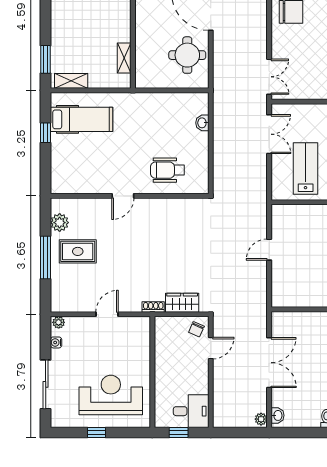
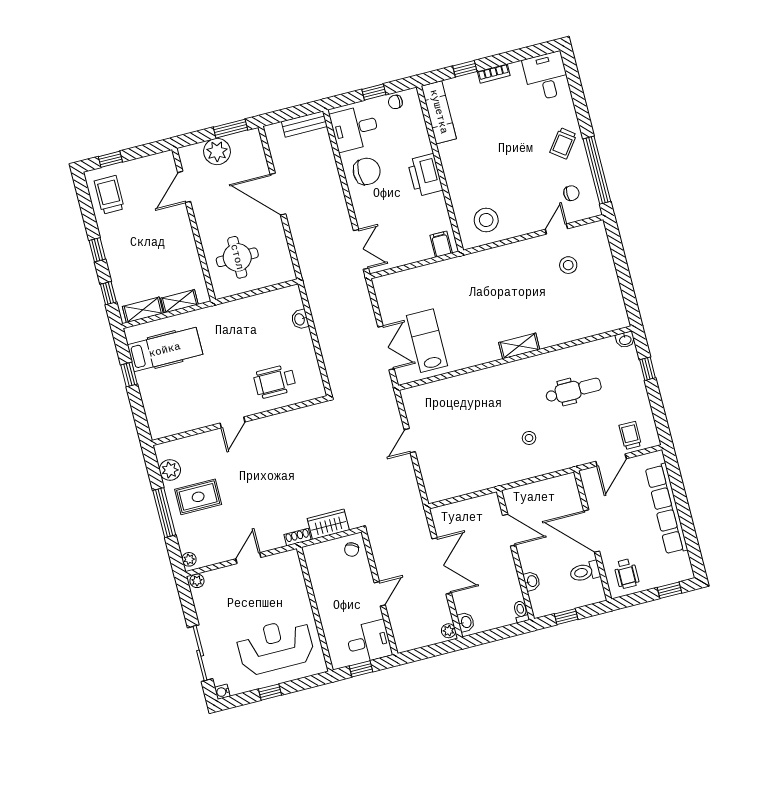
window: (46, 20) -> (97, 250), added
round table: (187, 55) -> (237, 257), moved
shelving: (124, 58) -> (179, 301), moved, turned 90
window: (46, 59) -> (108, 293), width x0.67
double door: (269, 134) -> (386, 348), moved
plant: (56, 302) -> (189, 559), added
water cooler: (56, 342) -> (222, 692), moved
door: (211, 348) -> (380, 594), moved

